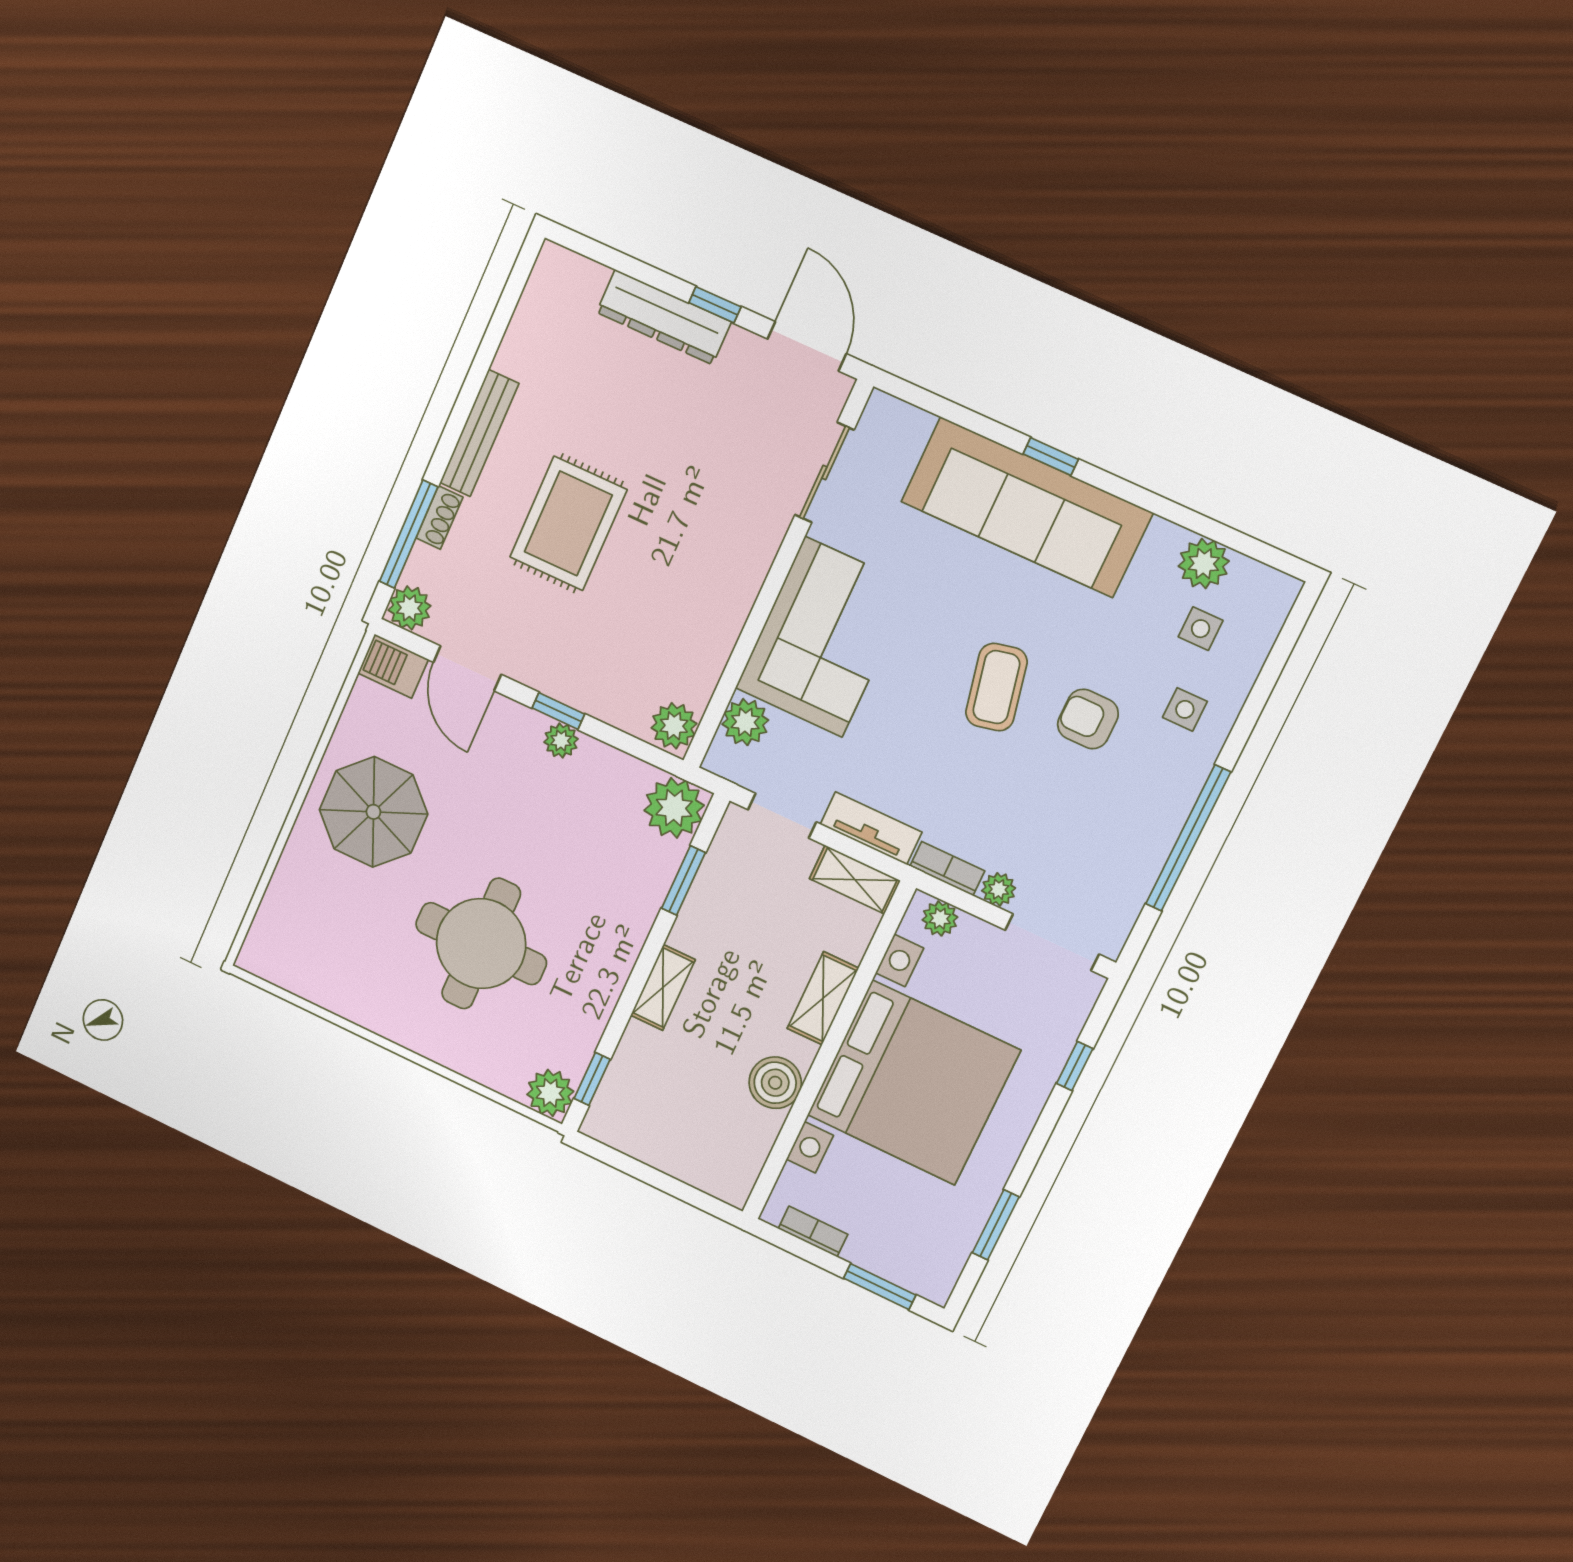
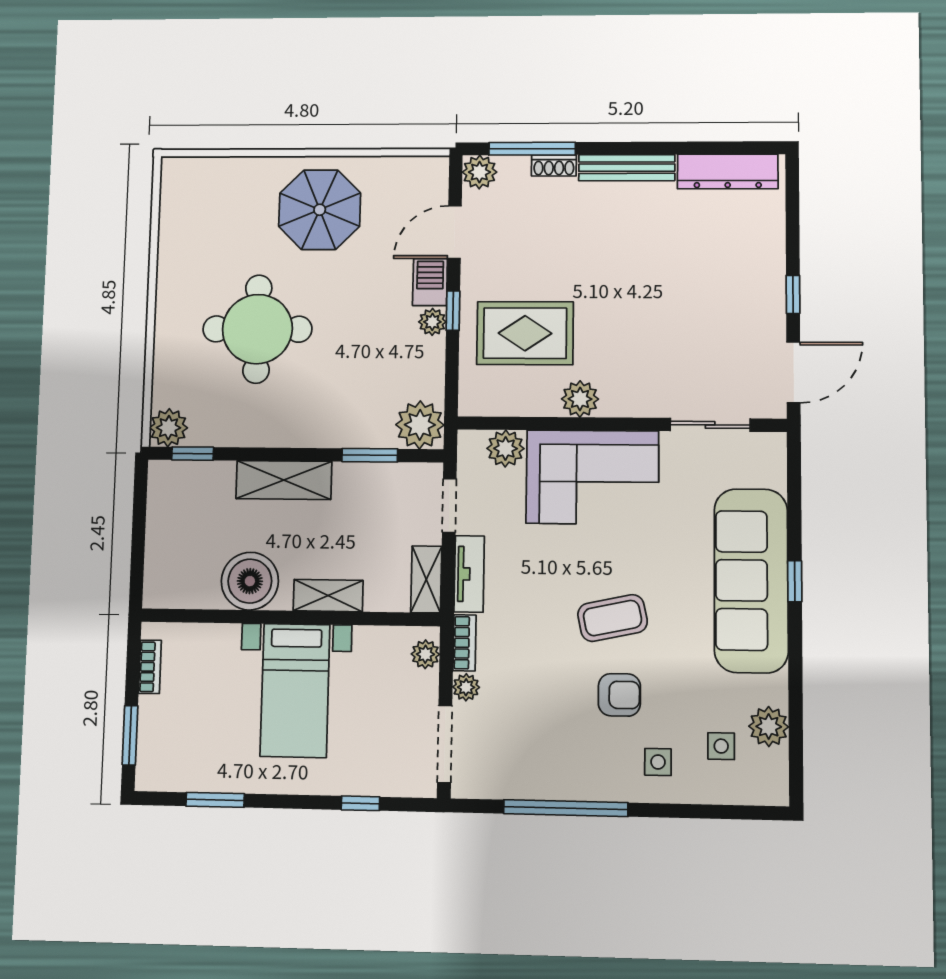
dresser: (664, 317) -> (728, 172), moved, turned -90
rug: (568, 523) -> (525, 333), moved
barbecue: (393, 666) -> (430, 282), moved
armchair: (1088, 719) -> (619, 695), turned 90
plant: (674, 726) -> (580, 399), moved
shelving: (663, 987) -> (284, 480), width x1.50, depth x1.33
boiler: (775, 1083) -> (250, 581), width x1.37, depth x1.37
bed with nightstands: (913, 1083) -> (295, 690), width x0.54

